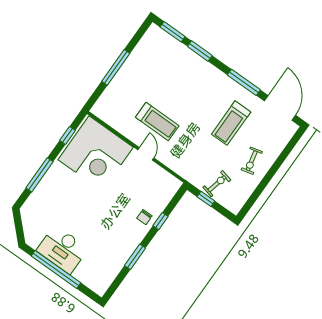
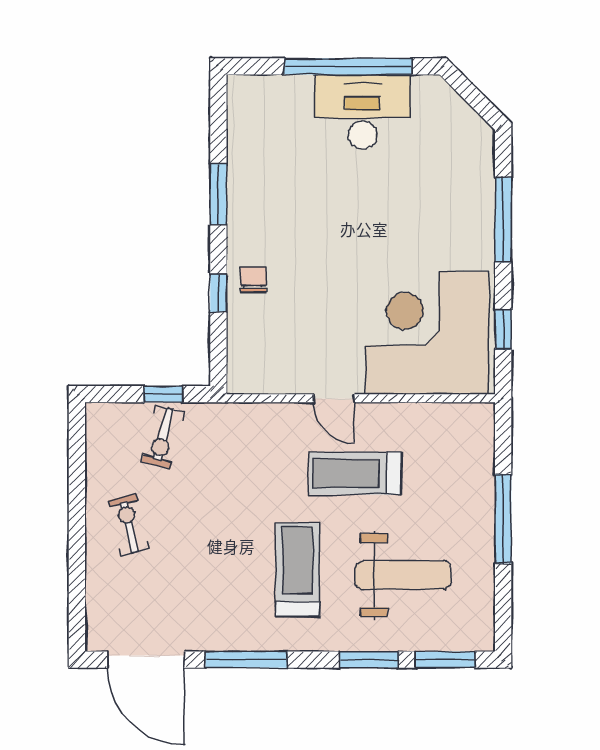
weight bench: (166, 73) -> (403, 575), added
treadmill: (231, 123) -> (298, 570), moved

